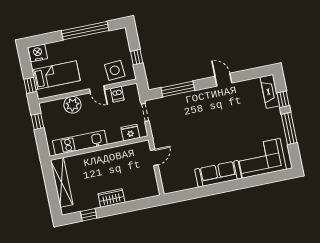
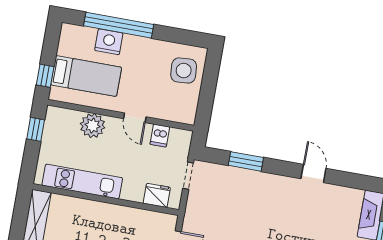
window: (85, 31) -> (119, 25), moved
nightstand: (38, 53) -> (109, 42), moved
window: (137, 57) -> (207, 95), removed
side table: (115, 70) -> (184, 70), moved
window: (178, 89) -> (246, 161), width x0.69

